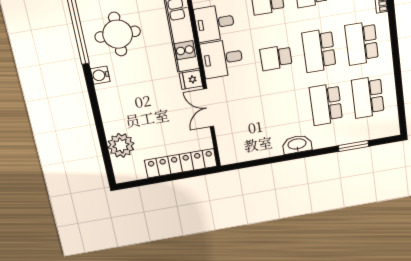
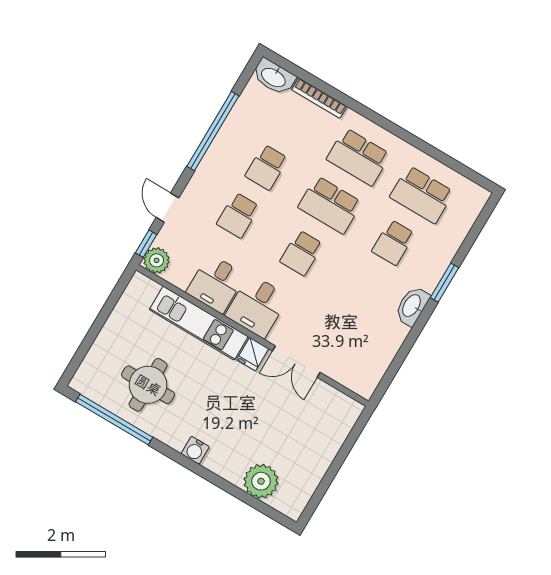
water cooler: (100, 75) -> (195, 450), moved
school desk: (326, 104) -> (393, 242), width x0.54
window: (353, 146) -> (444, 283), moved
locker: (181, 163) -> (331, 439), removed

